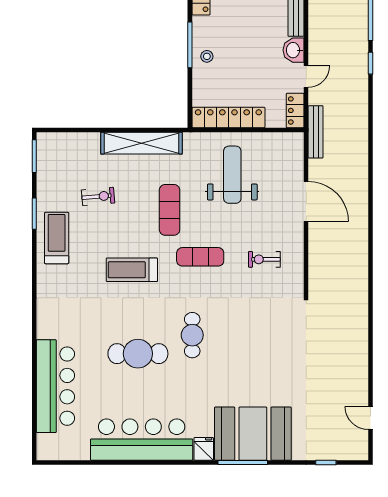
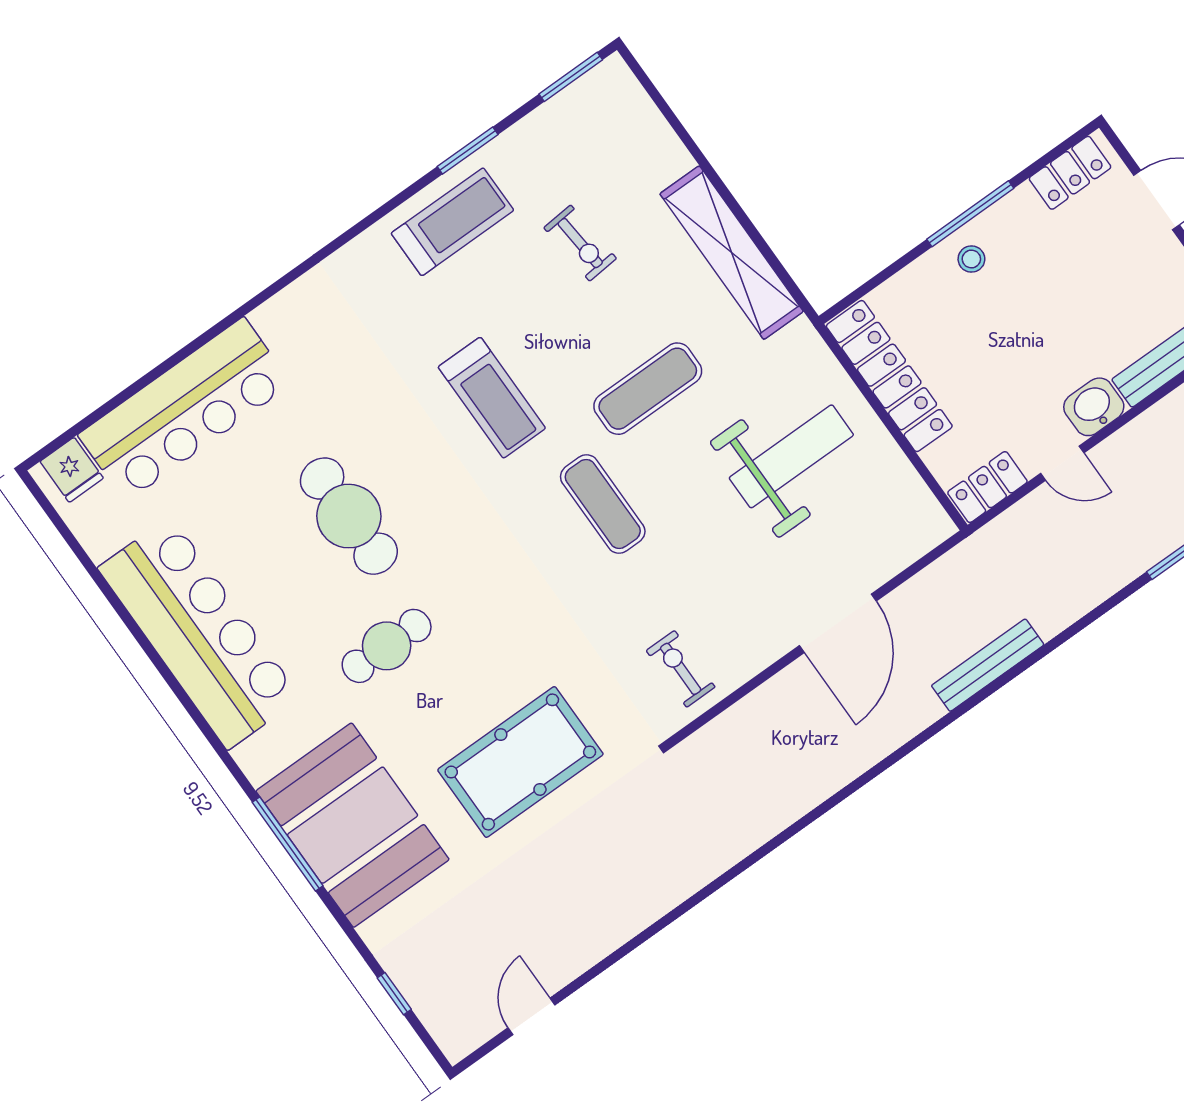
bench: (316, 132) -> (988, 665), moved
exercise bike: (264, 259) -> (681, 669), moved
treadmill: (132, 270) -> (492, 398), turned 180
cafe table: (192, 335) -> (387, 646), moved
pool table: (274, 355) -> (520, 762), added
fridge: (204, 449) -> (72, 470), moved, turned 90

